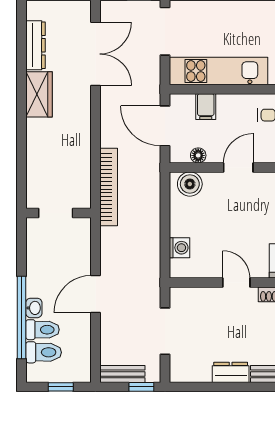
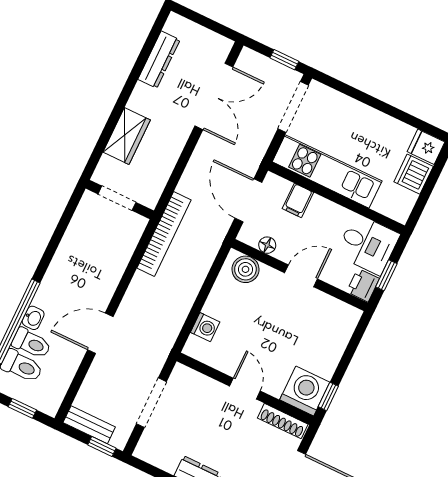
wardrobe: (39, 94) -> (127, 136), moved
doorway: (56, 213) -> (117, 198), moved
wall: (58, 213) -> (120, 199), moved

